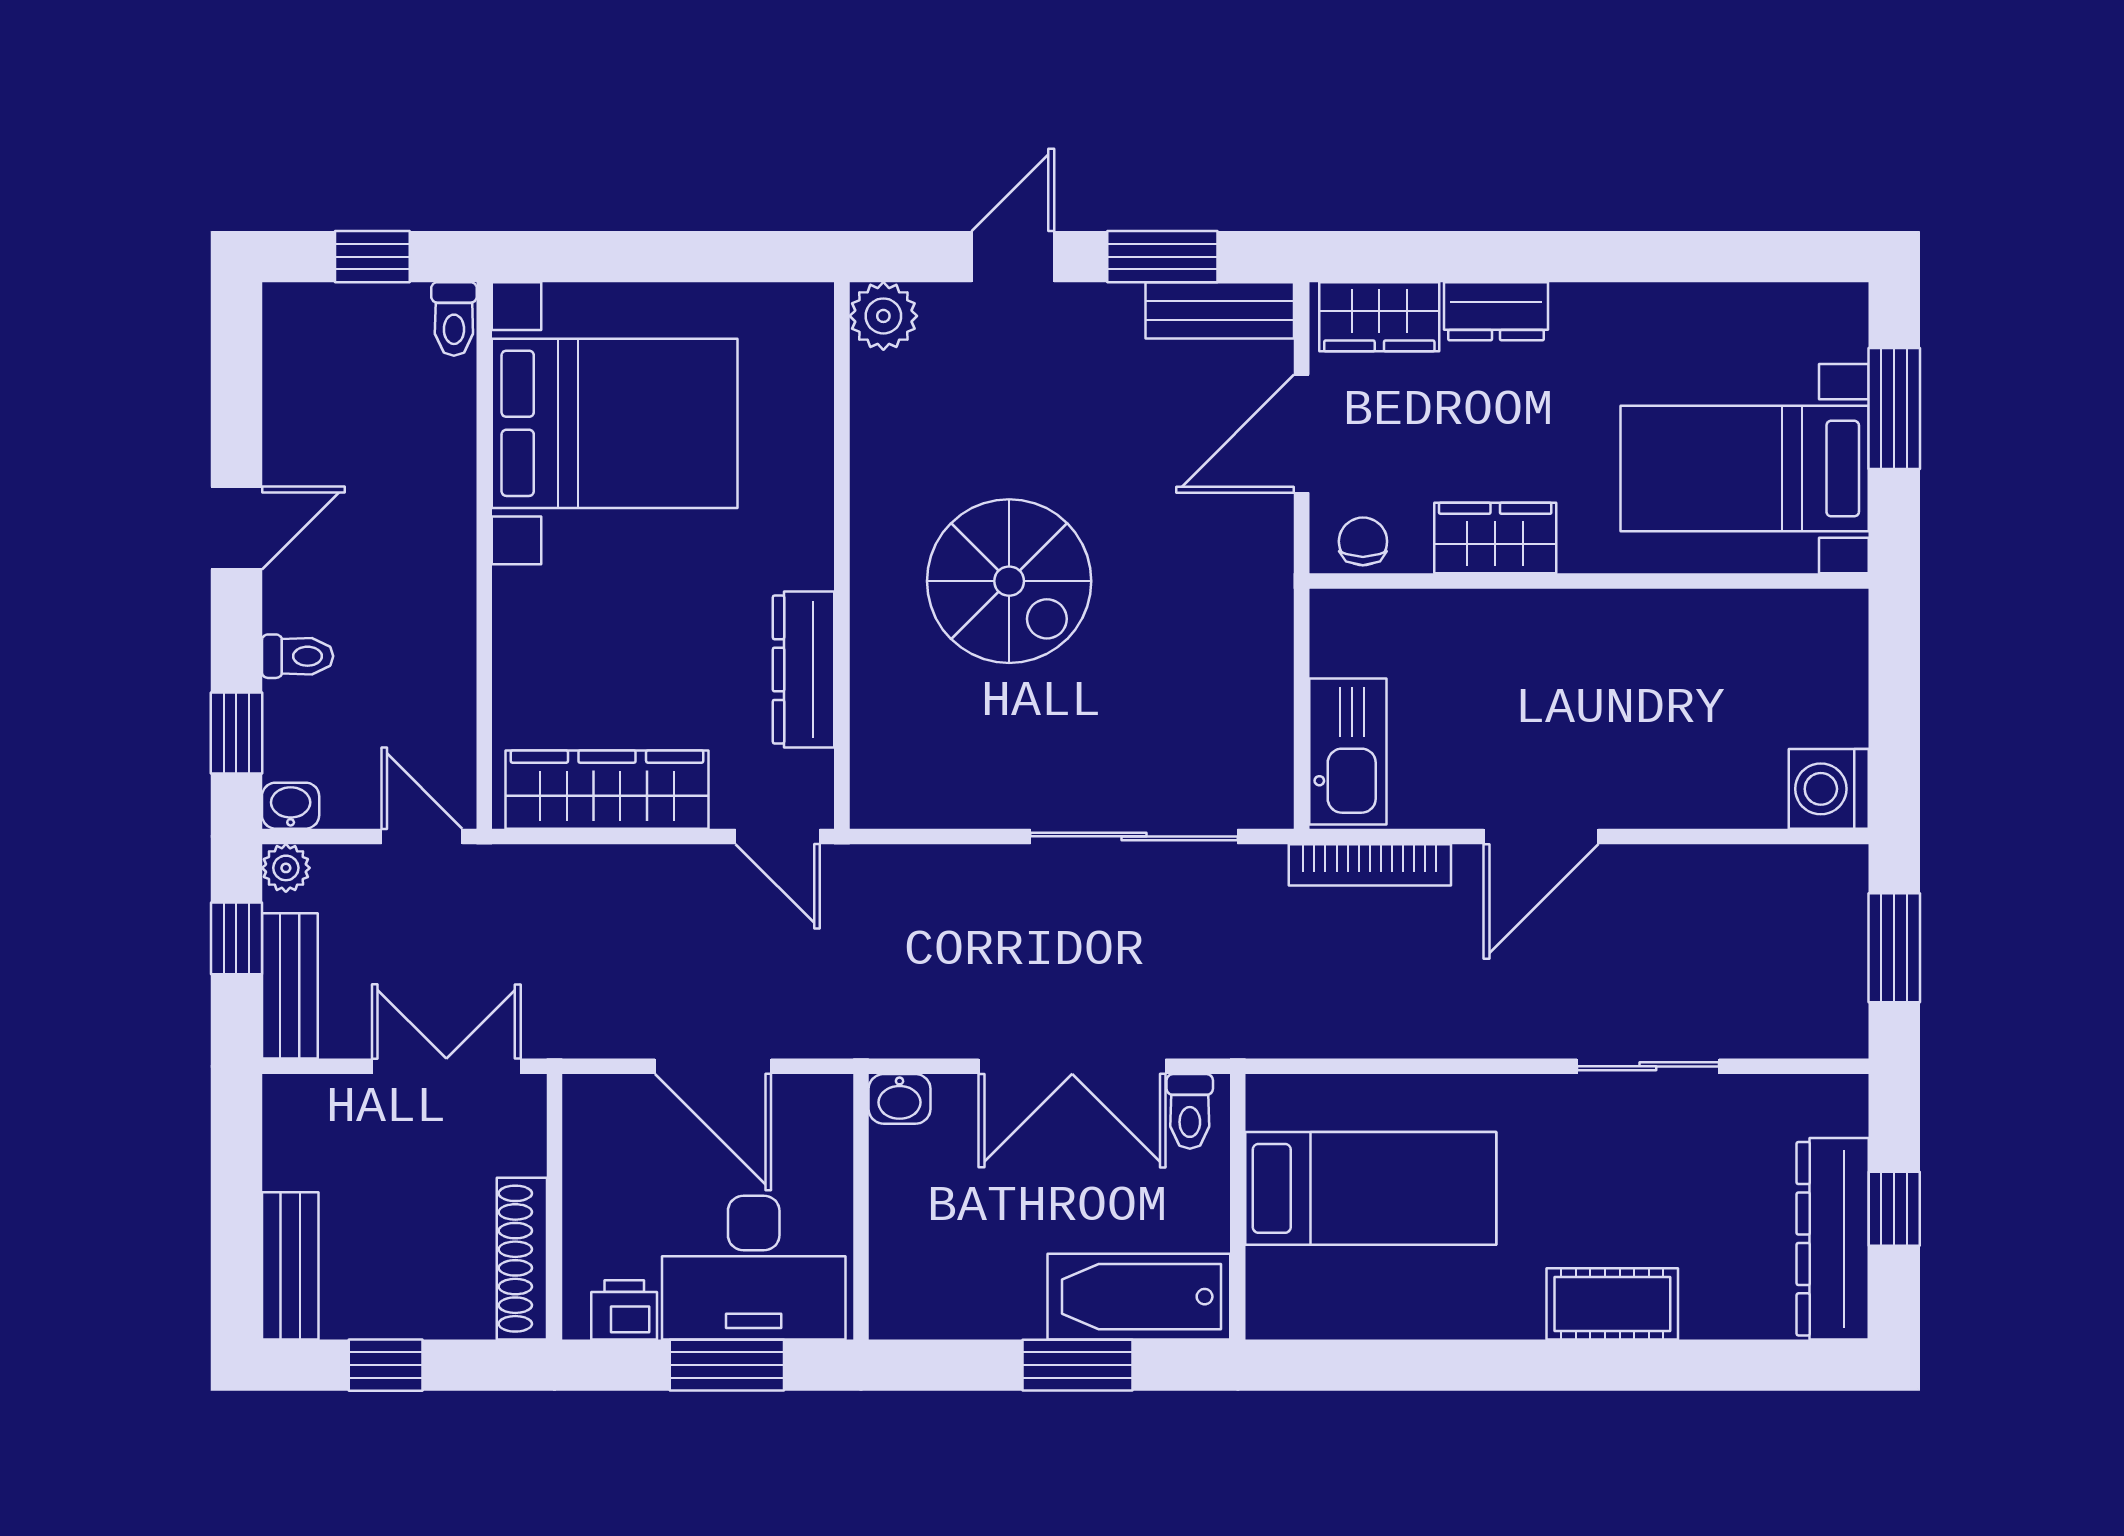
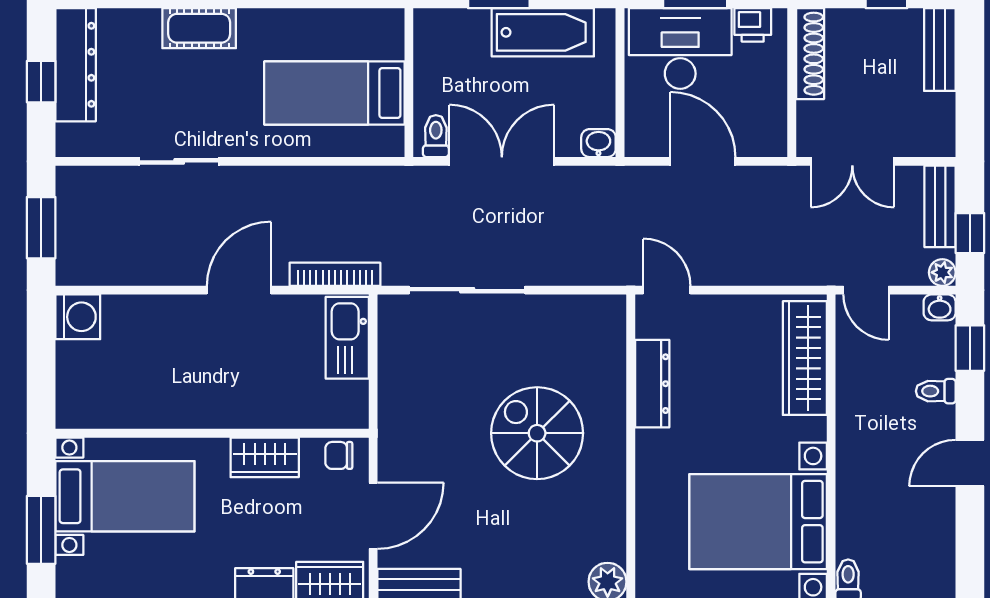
chair: (1363, 541) -> (339, 455), turned 90
wardrobe: (607, 790) -> (805, 358), moved, turned 90
bathtub: (1139, 1297) -> (543, 32), moved

